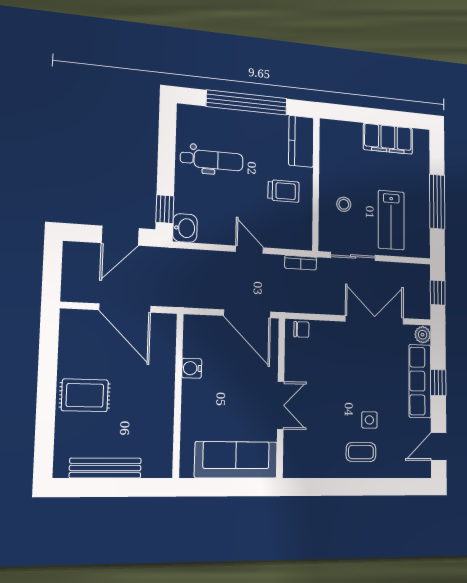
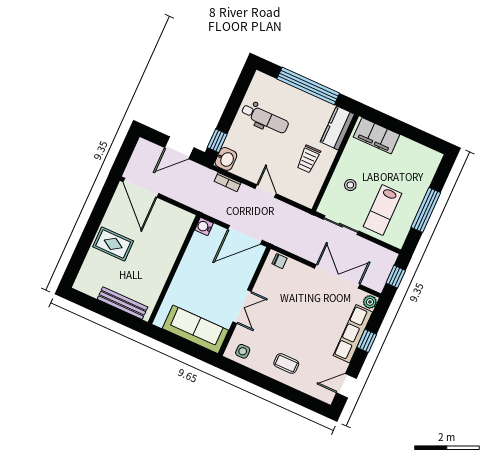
filing cabinet: (388, 139) -> (377, 136), moved
trolley: (284, 191) -> (308, 159), turned 90
bookcase: (301, 263) -> (228, 182), moved
door: (125, 308) -> (141, 188), moved
door: (247, 314) -> (245, 235), hinge flipped
water cooler: (192, 368) -> (204, 227), moved
side table: (369, 420) -> (243, 351), moved
bench: (105, 468) -> (122, 303), moved

